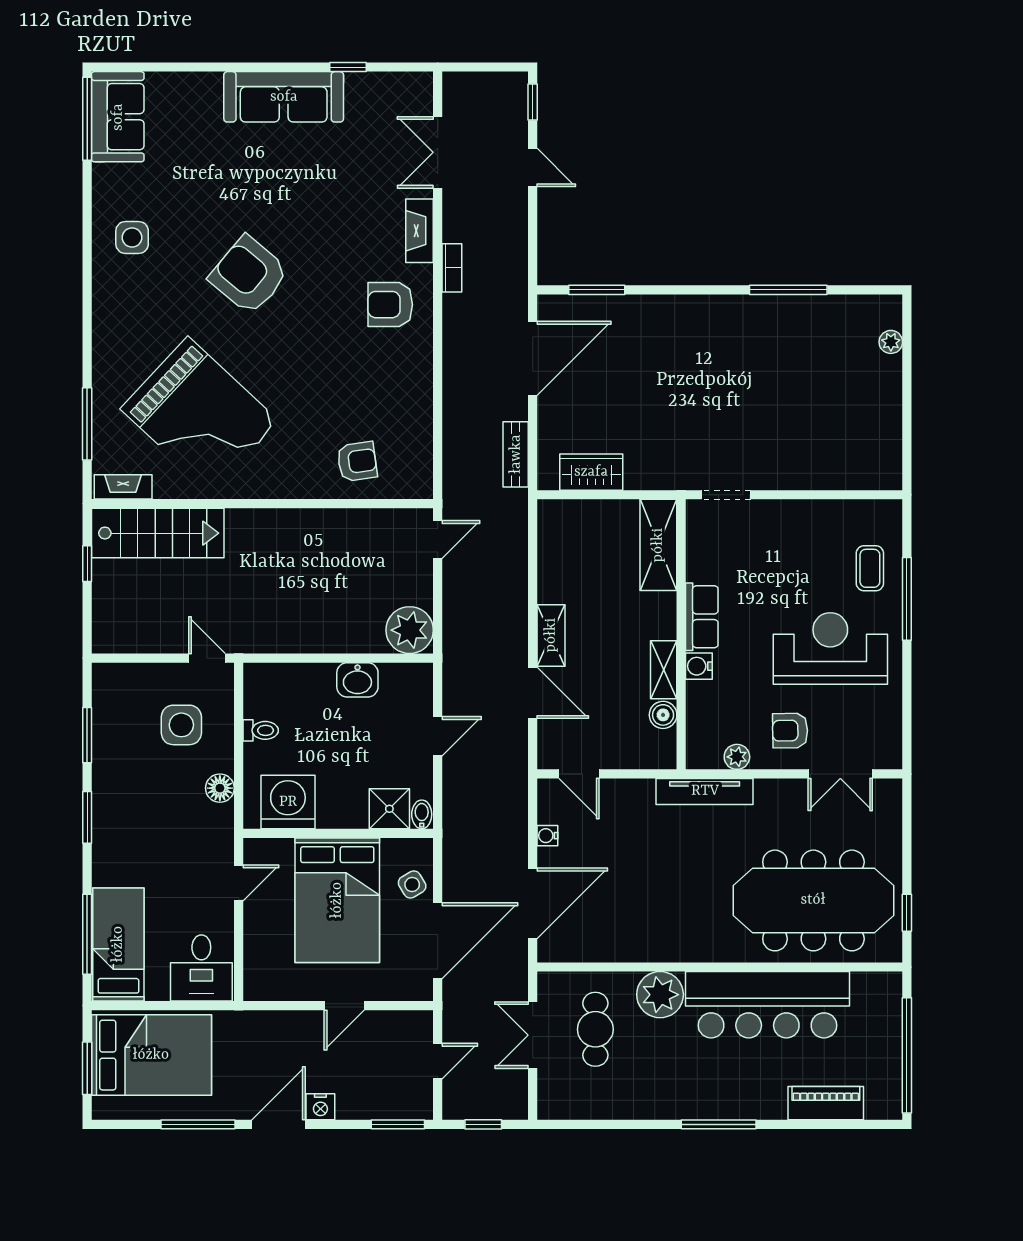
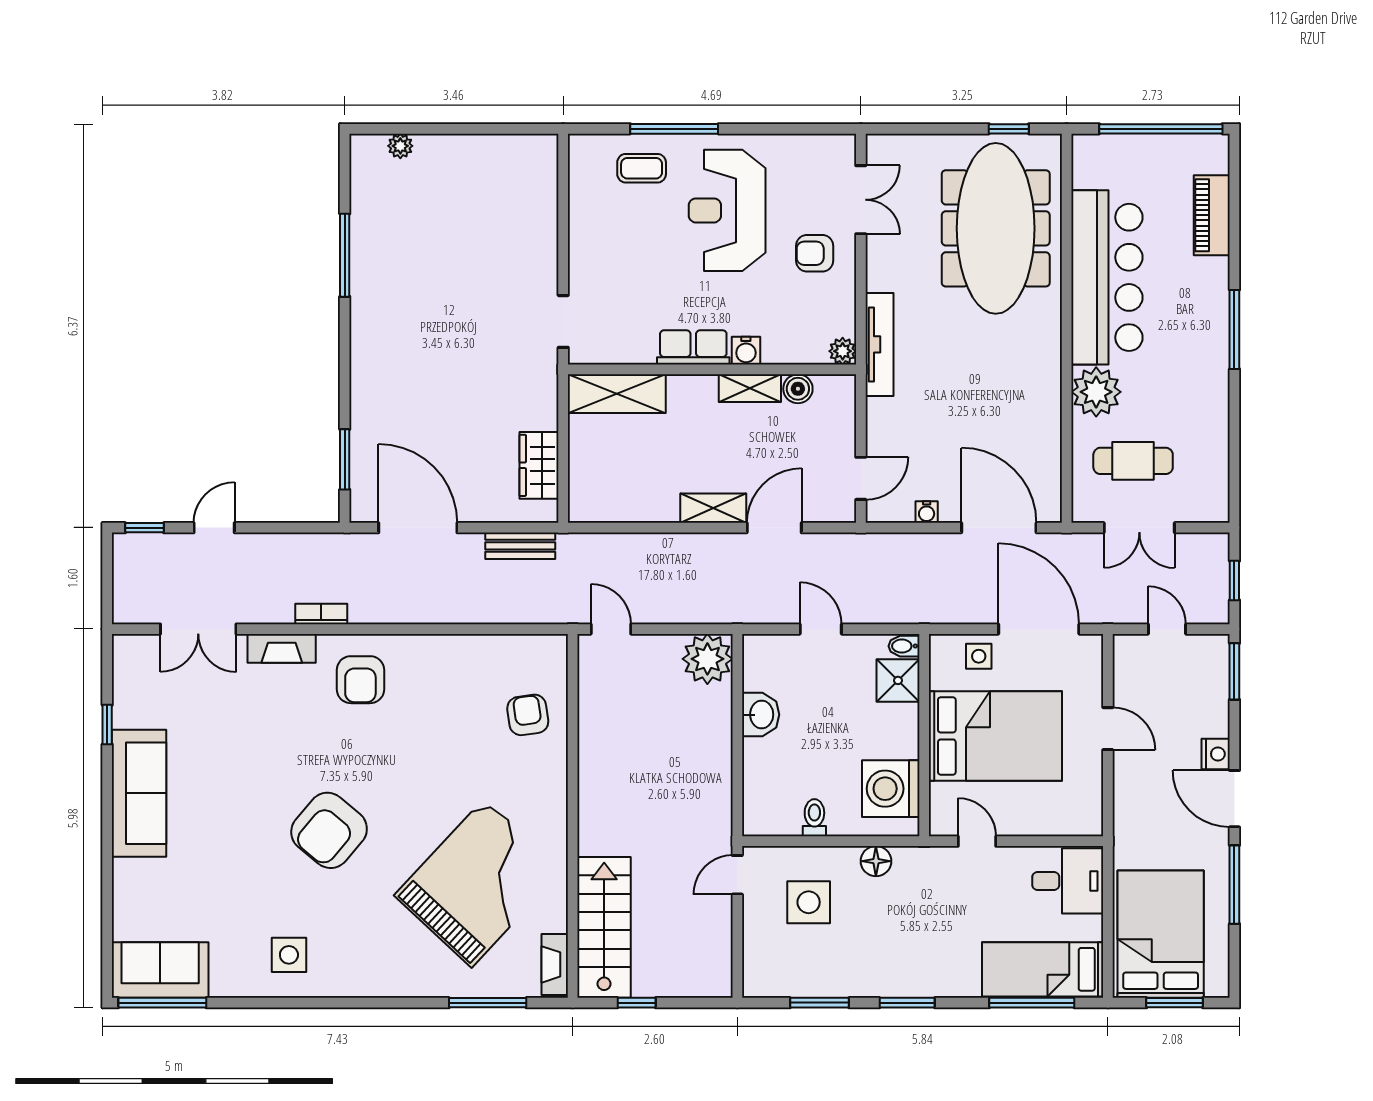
armchair: (790, 731) -> (815, 253), turned 91
plant: (737, 757) -> (843, 351), moved
side table: (412, 885) -> (979, 656), turned 31

